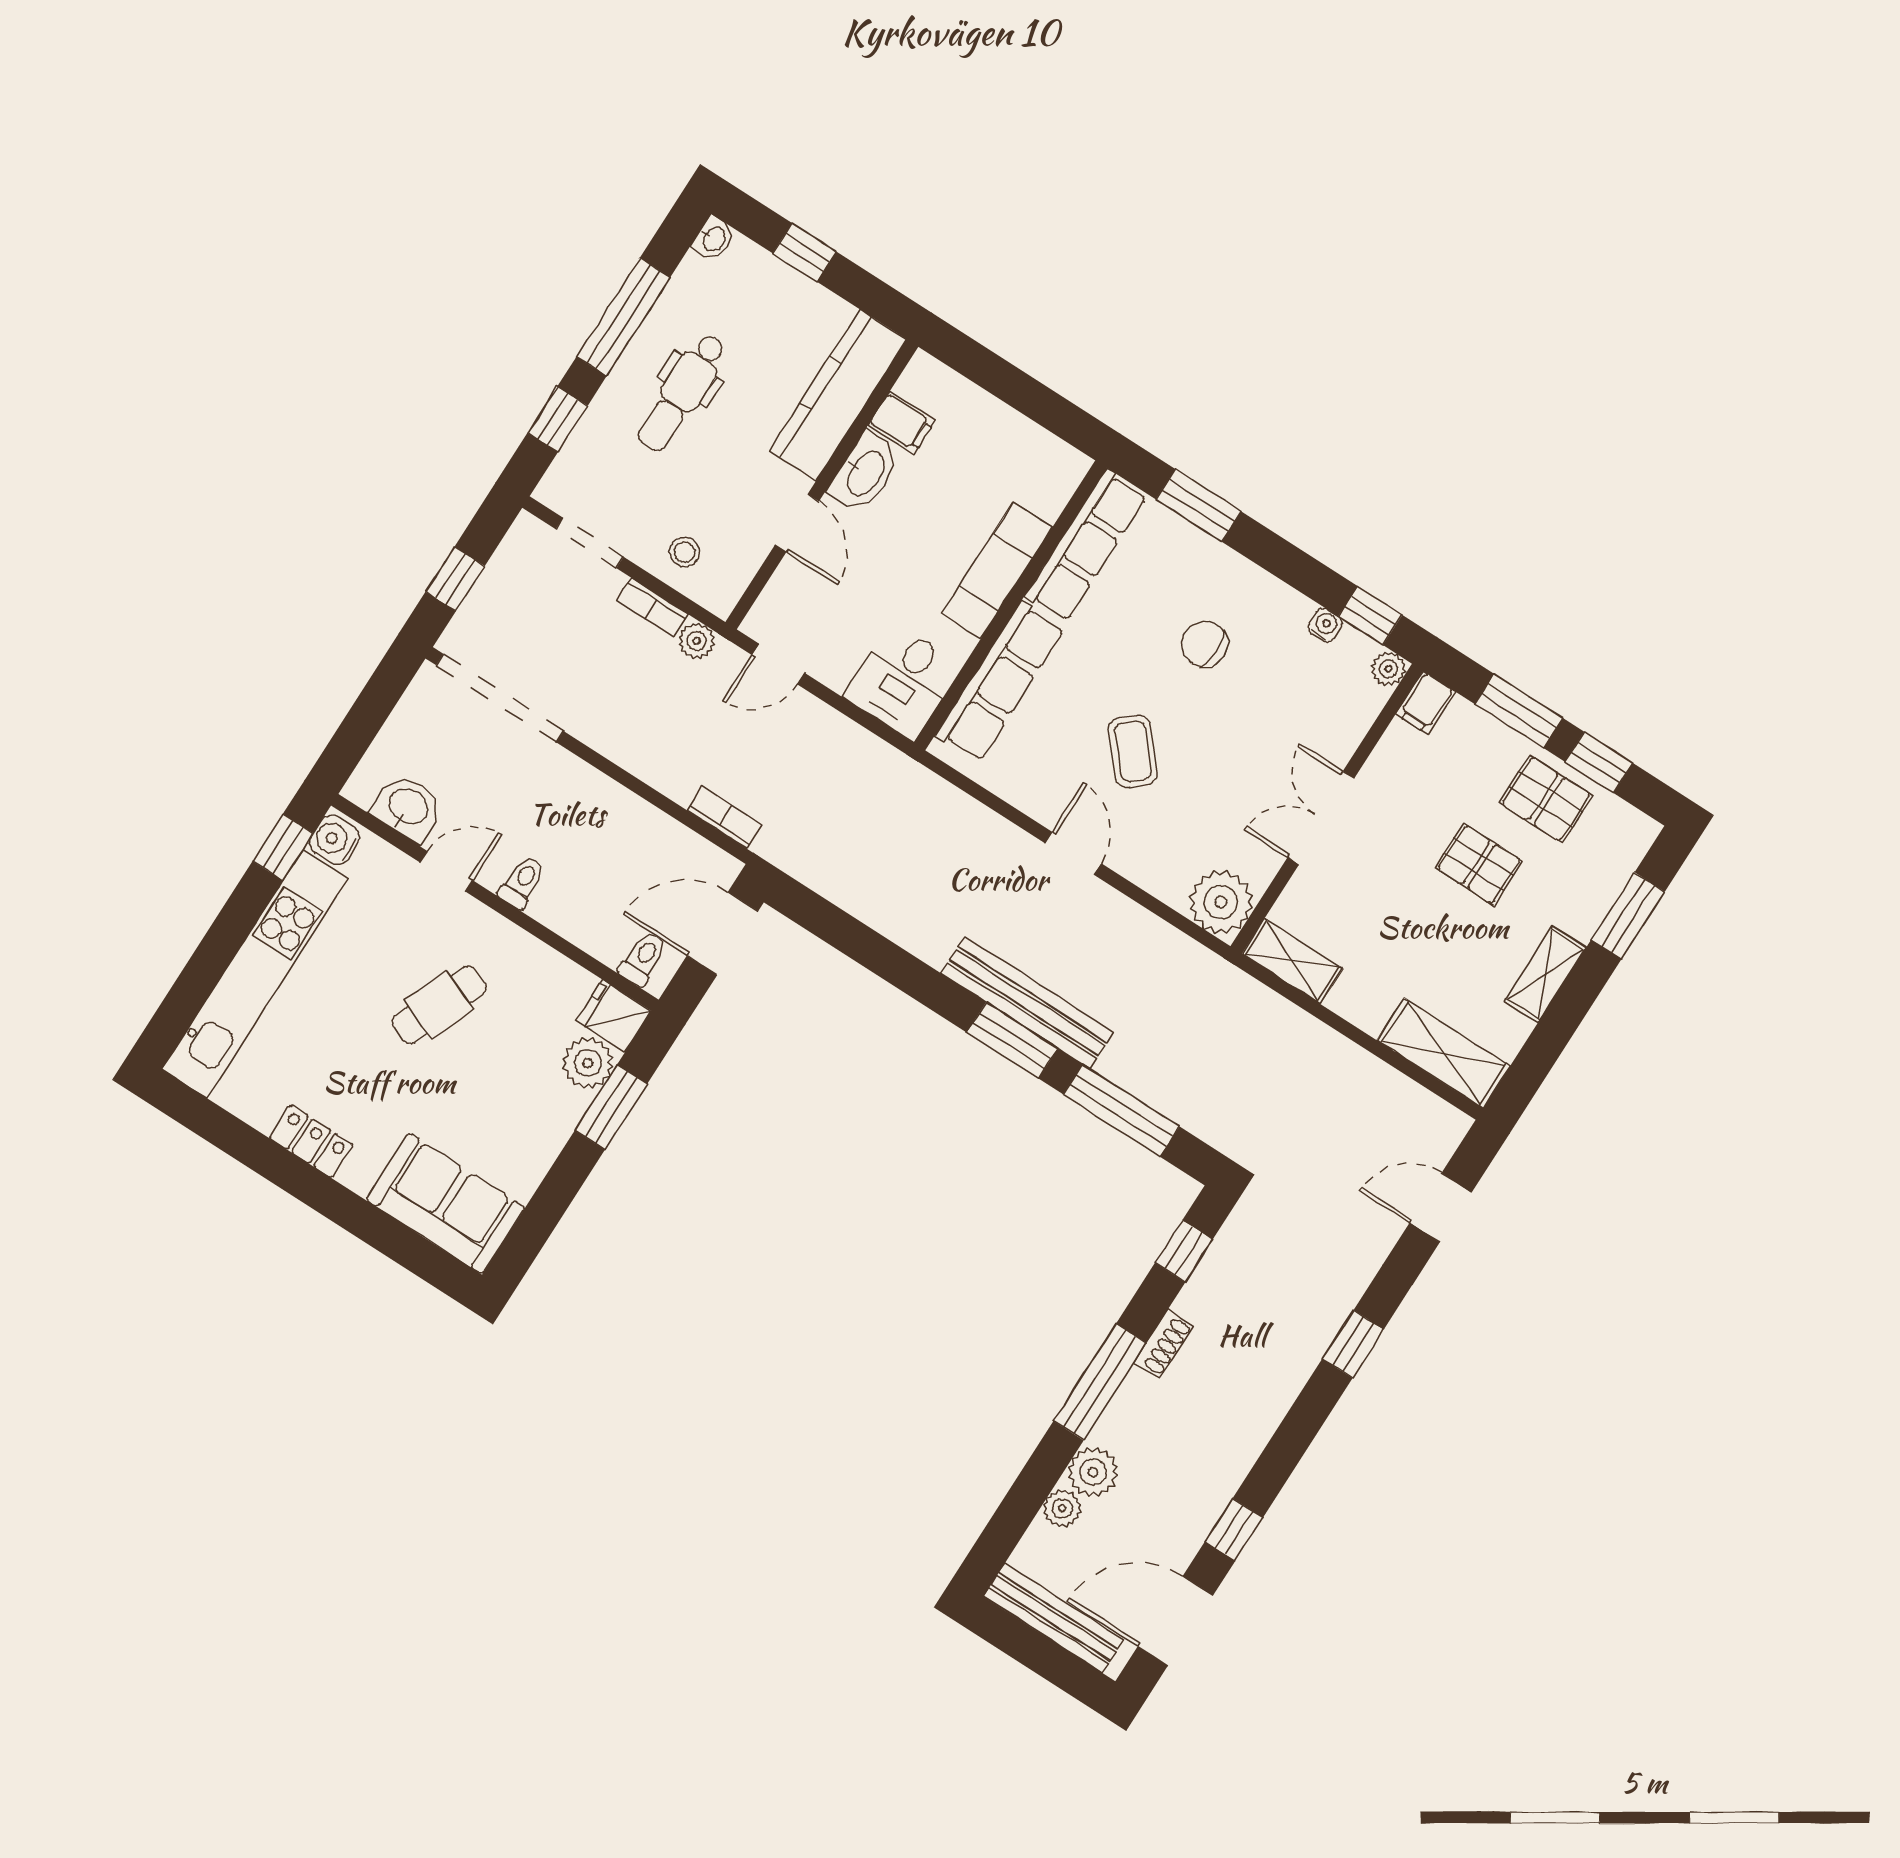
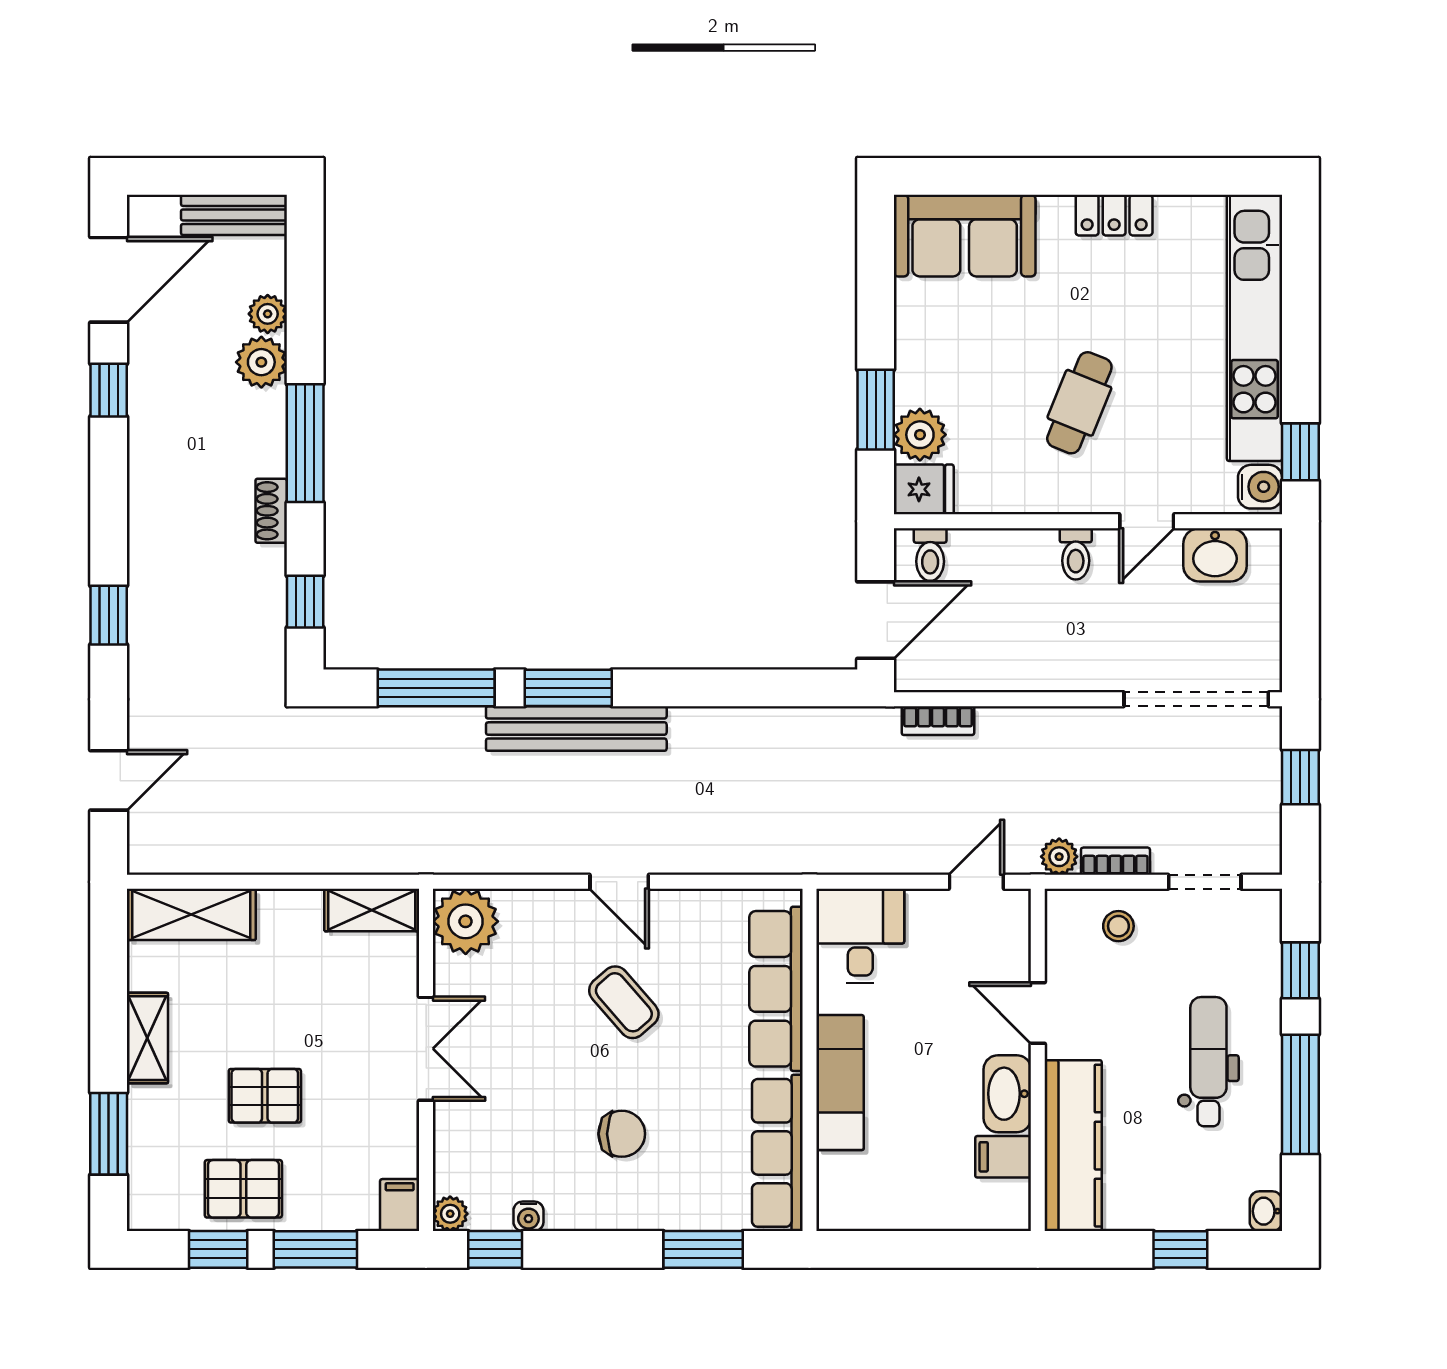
bench: (1054, 1618) -> (234, 215), width x0.73

